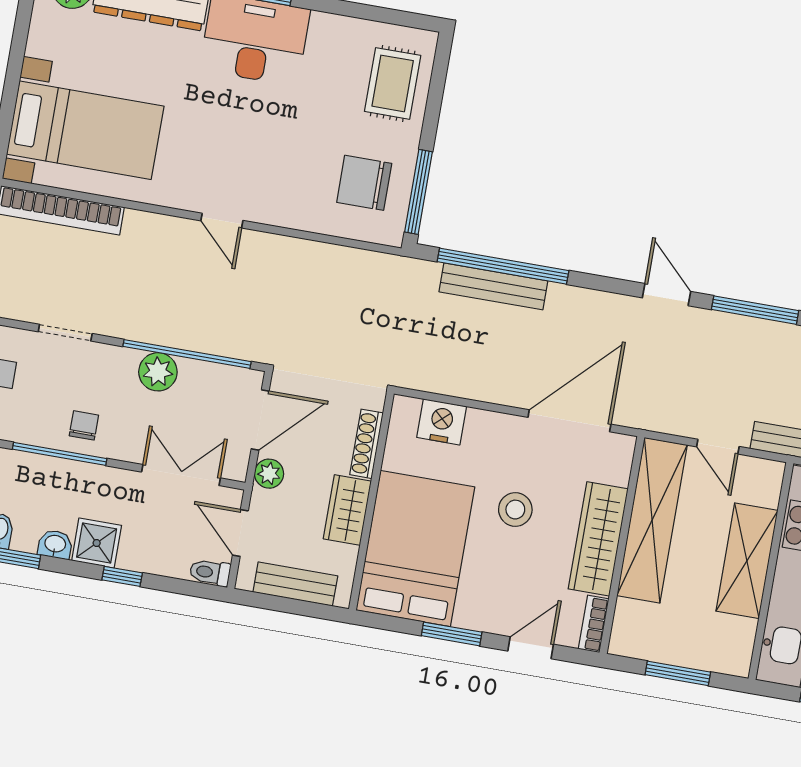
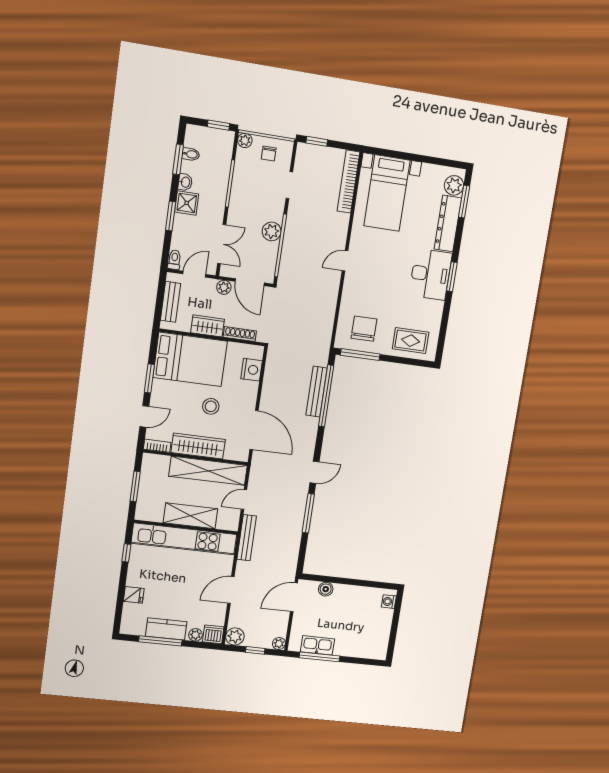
chair: (84, 425) -> (244, 195), removed
window: (122, 576) -> (171, 216), width x1.50
door: (531, 648) -> (144, 416), hinge flipped

